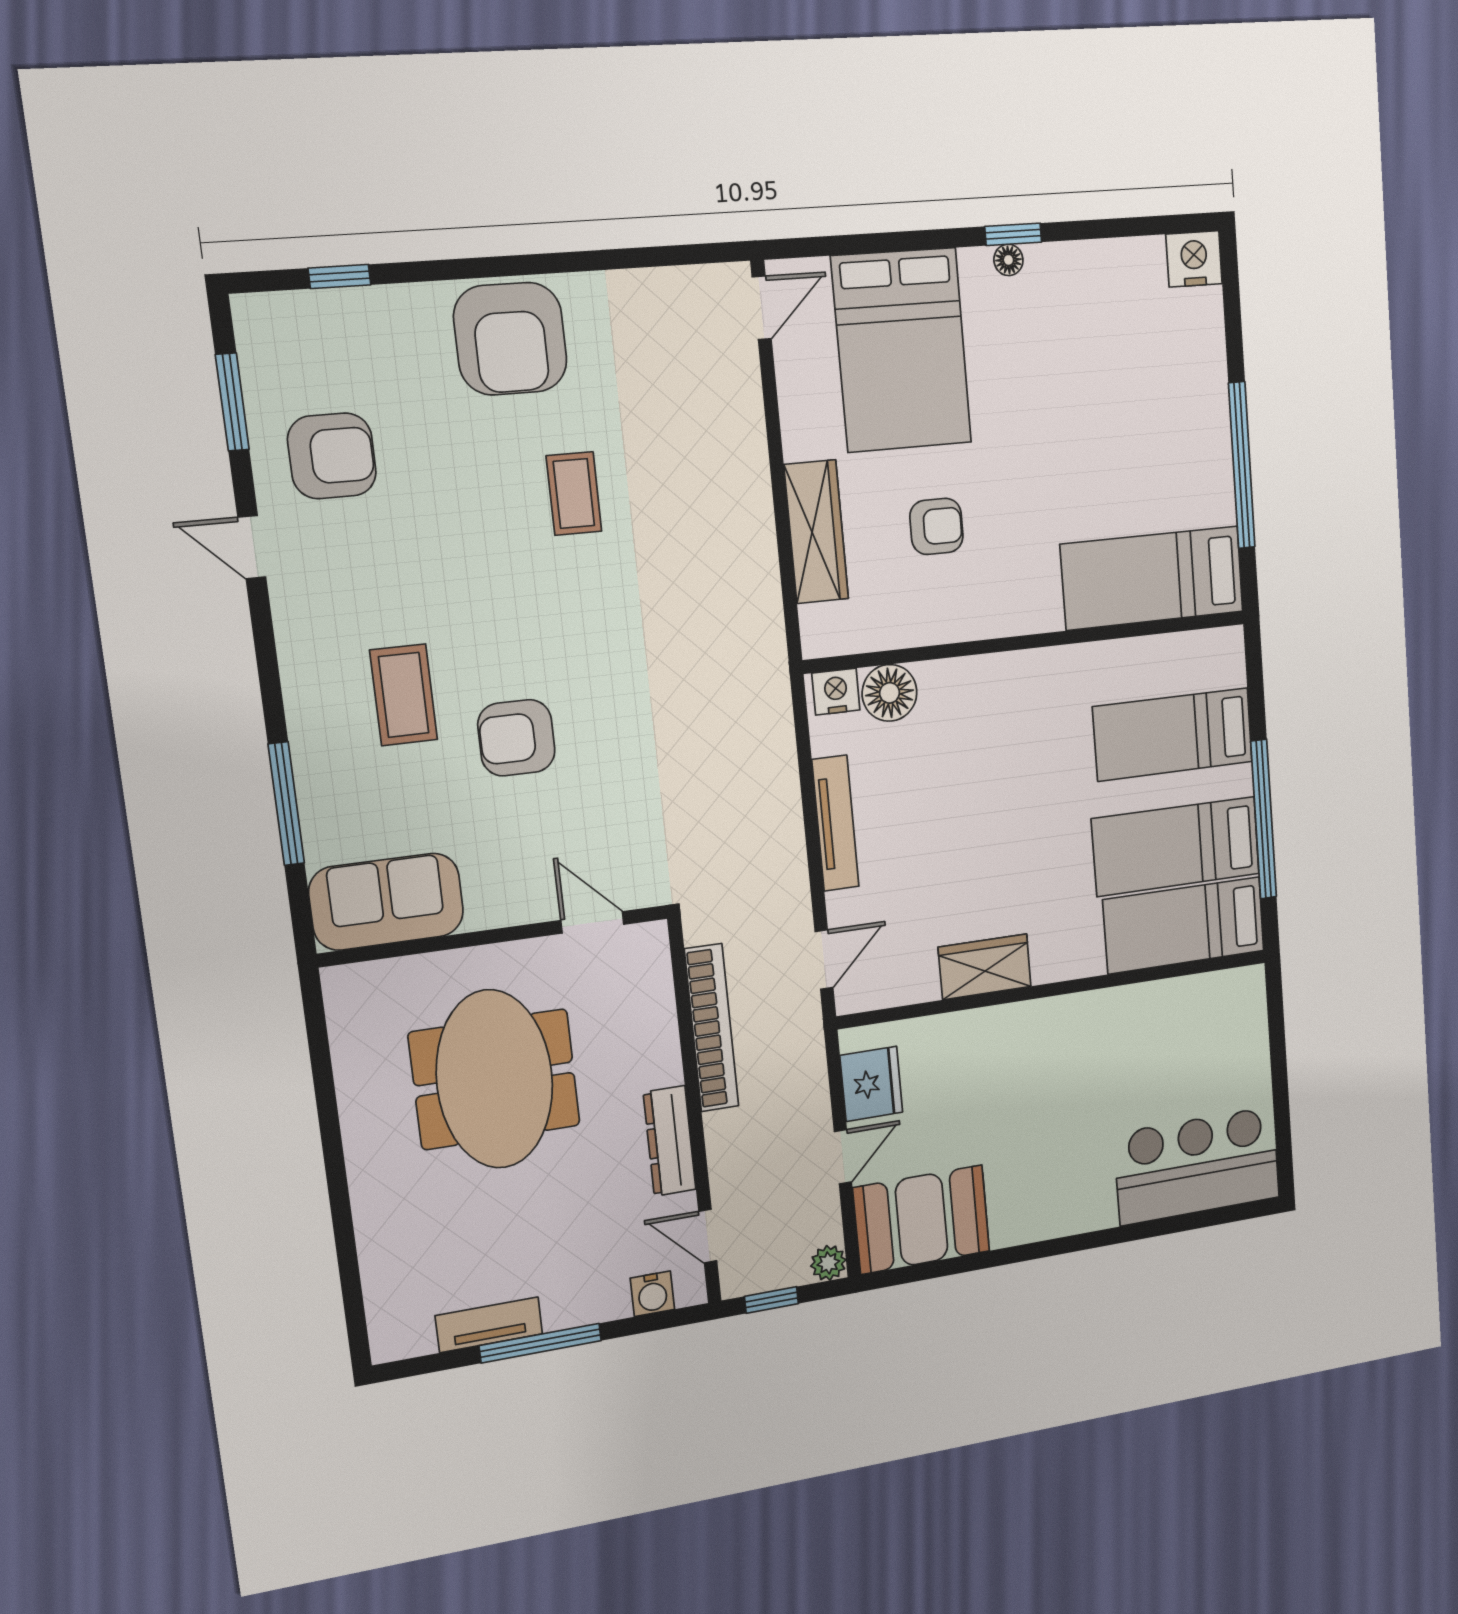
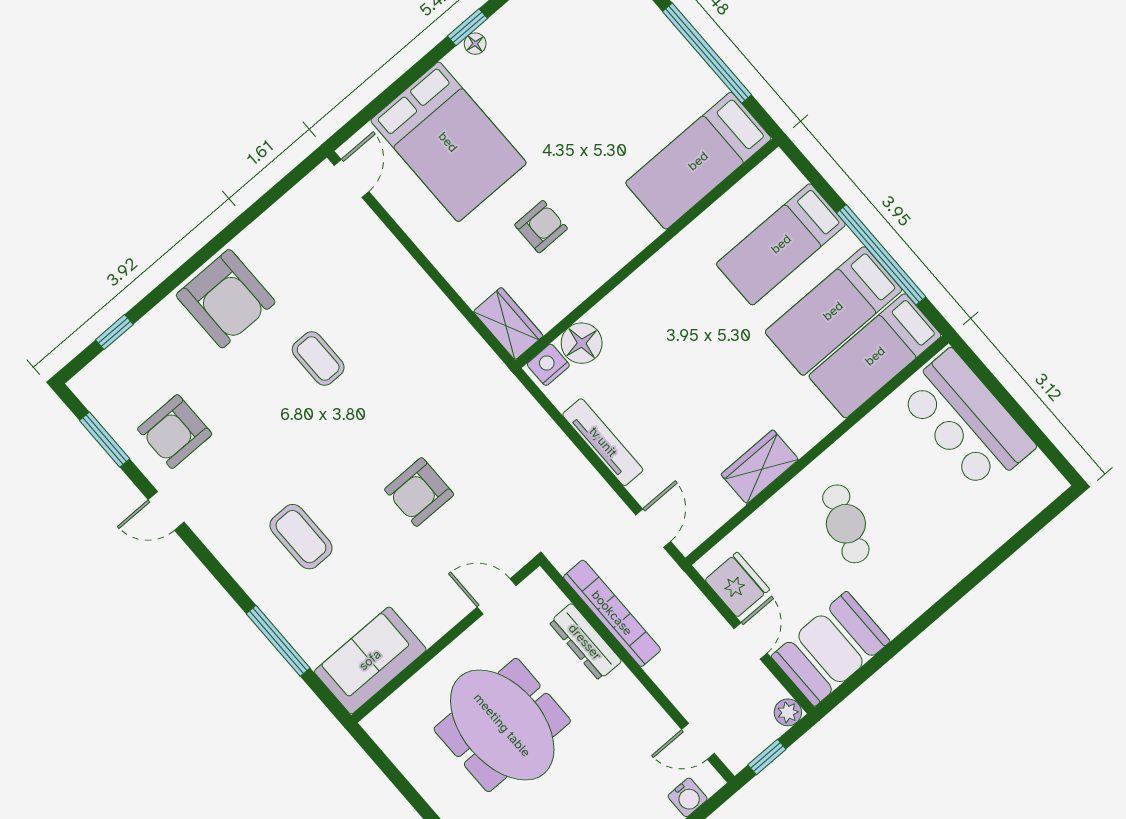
armchair: (332, 456) -> (175, 432), turned 180
wardrobe: (816, 532) -> (508, 324), moved, width x0.67
armchair: (516, 738) -> (419, 492), moved
cafe table: (1031, 1090) -> (846, 524), added
dresser: (670, 1141) -> (585, 642), moved
bar counter: (1197, 1166) -> (966, 420), moved, turned -90

